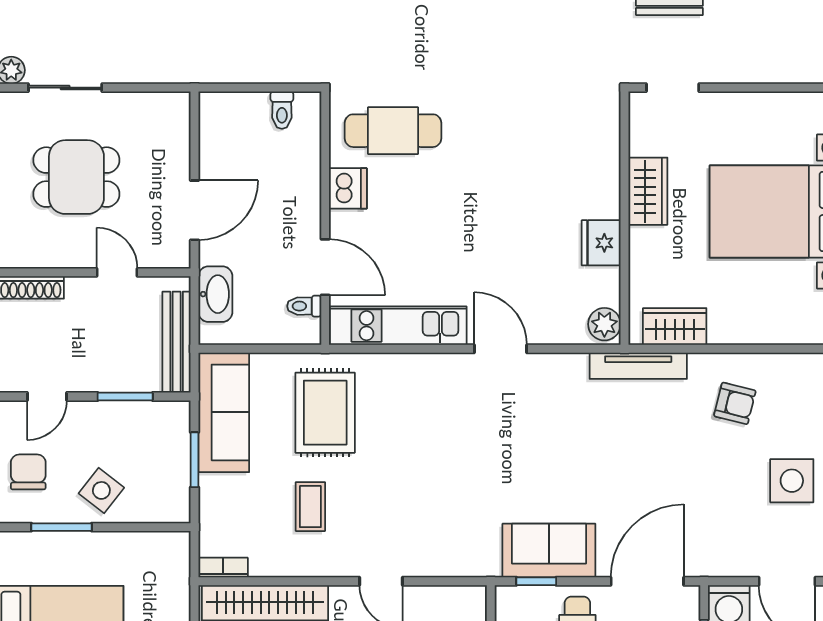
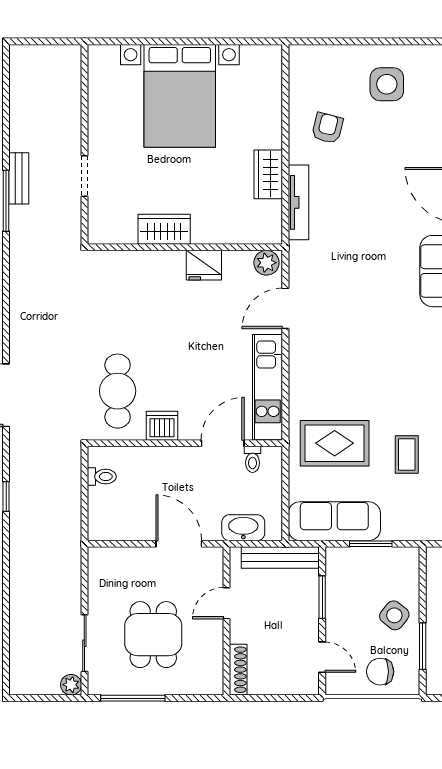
wardrobe: (648, 191) -> (164, 229), moved
wall: (625, 218) -> (185, 247), moved
fridge: (601, 243) -> (204, 265), moved
plant: (604, 324) -> (266, 263), moved
coffee table: (310, 507) -> (407, 455), turned 90

